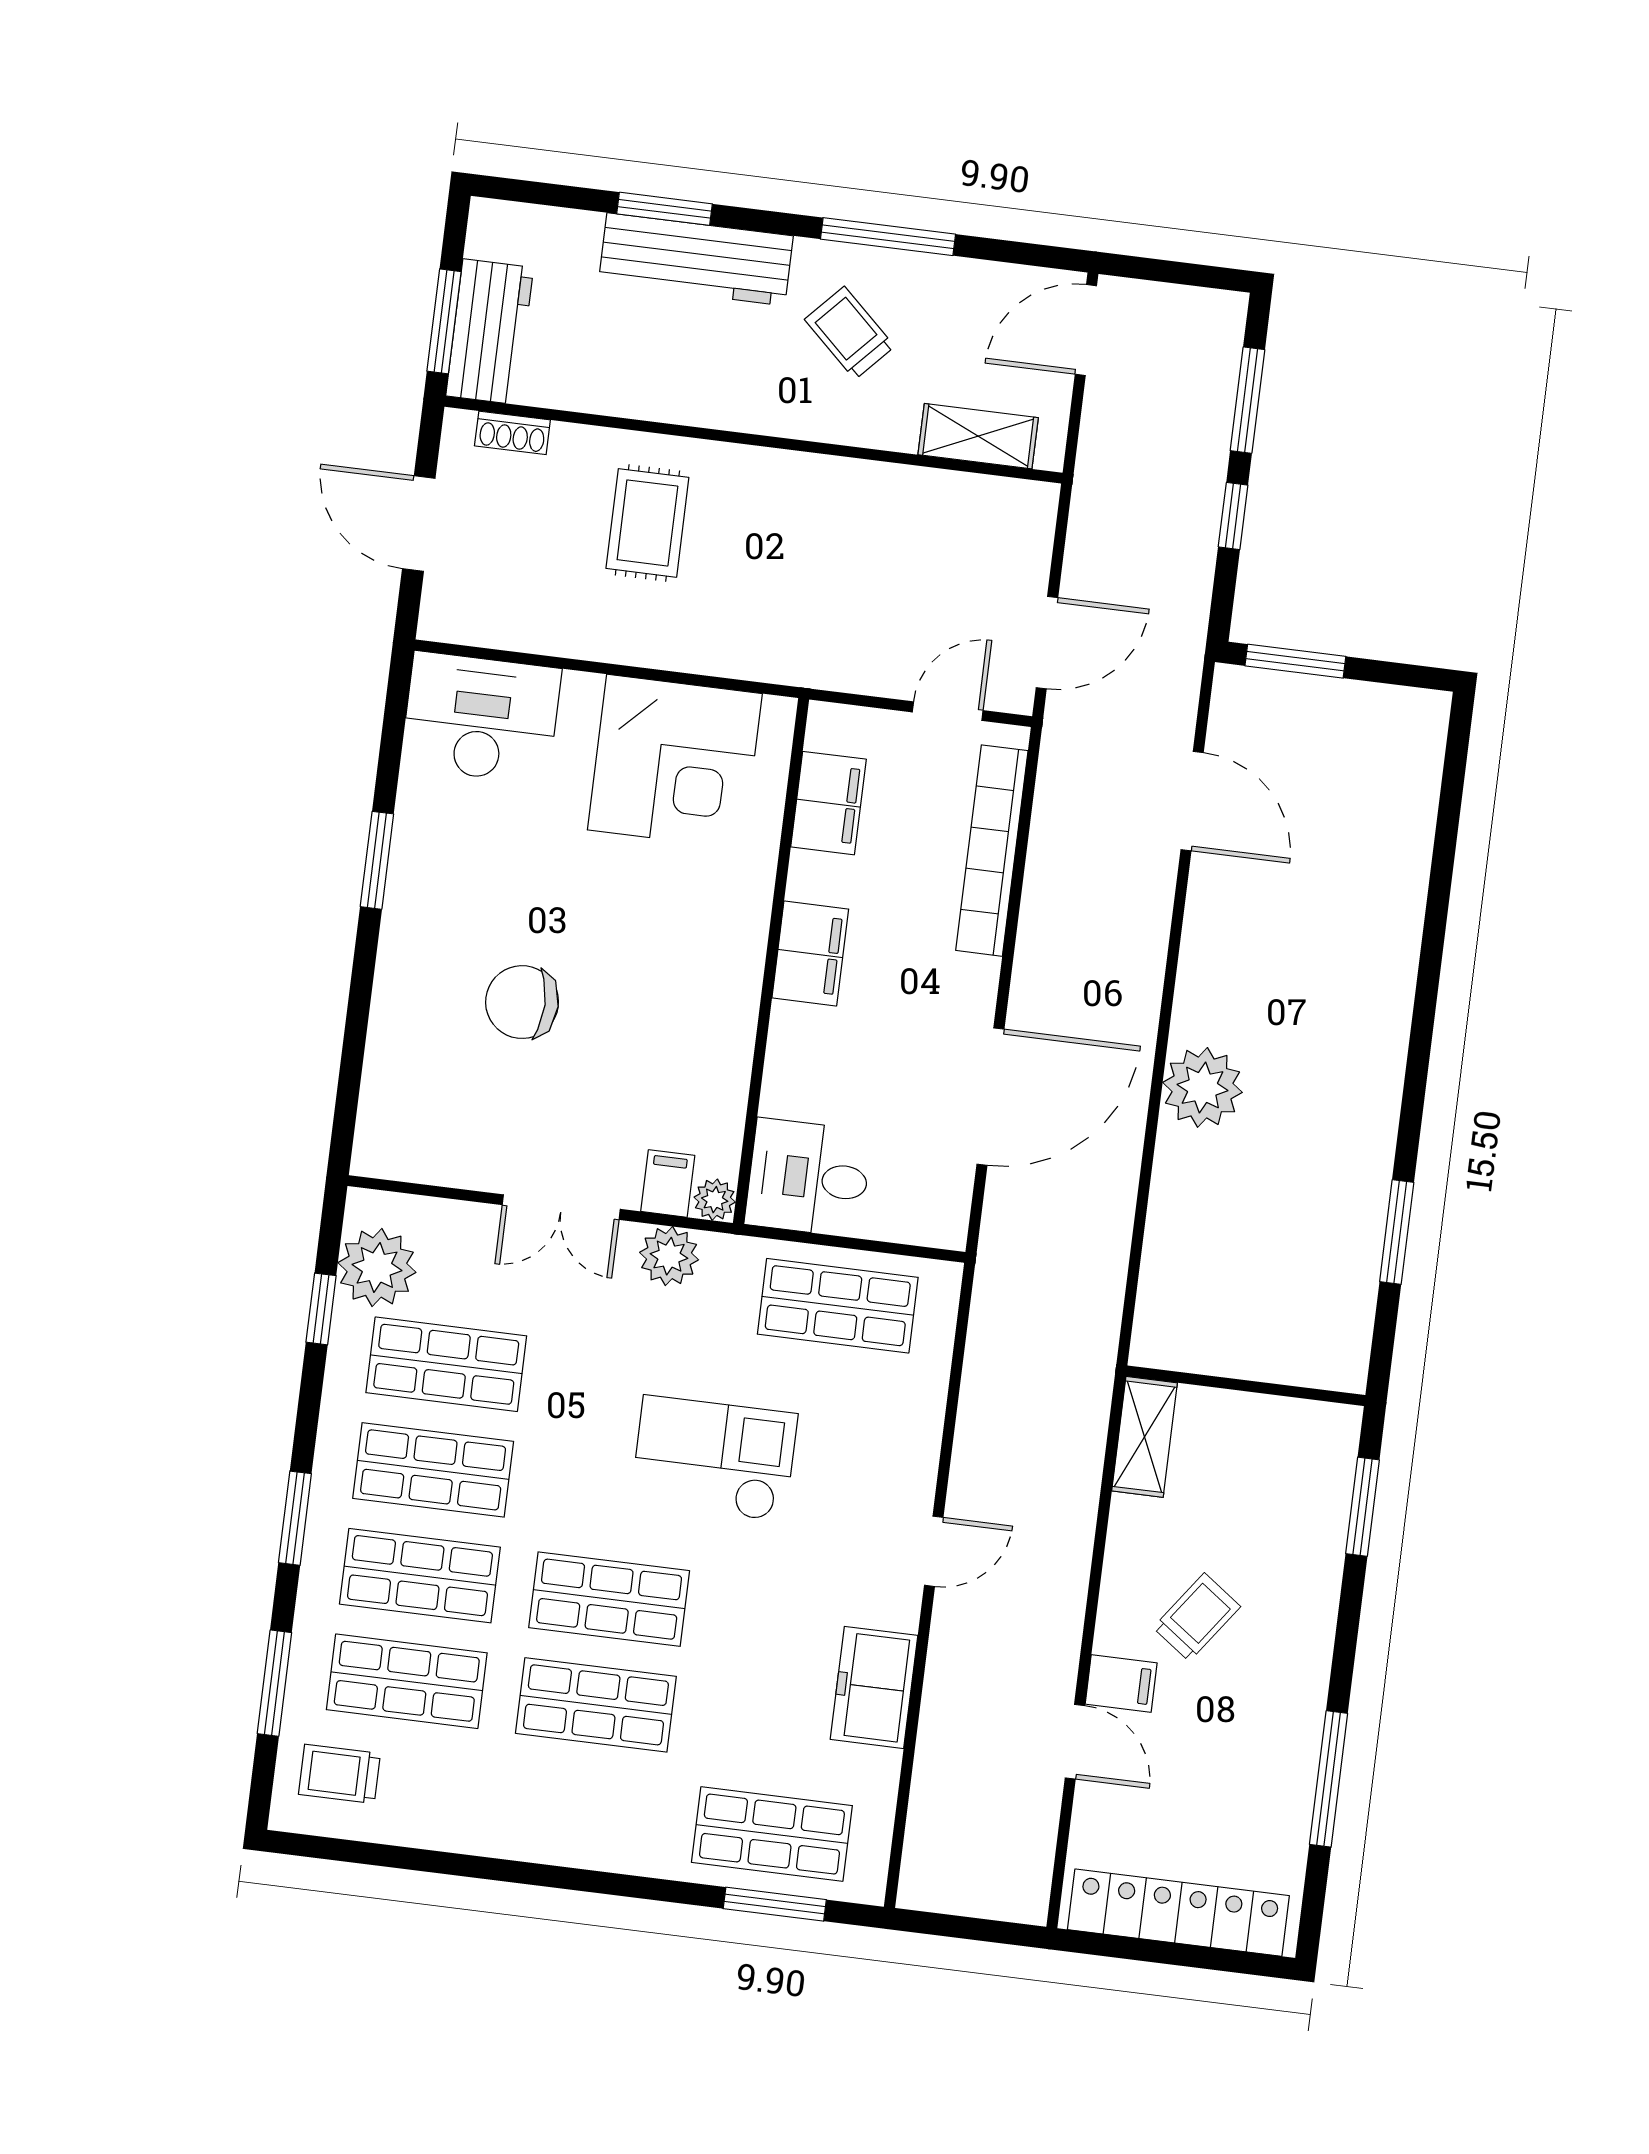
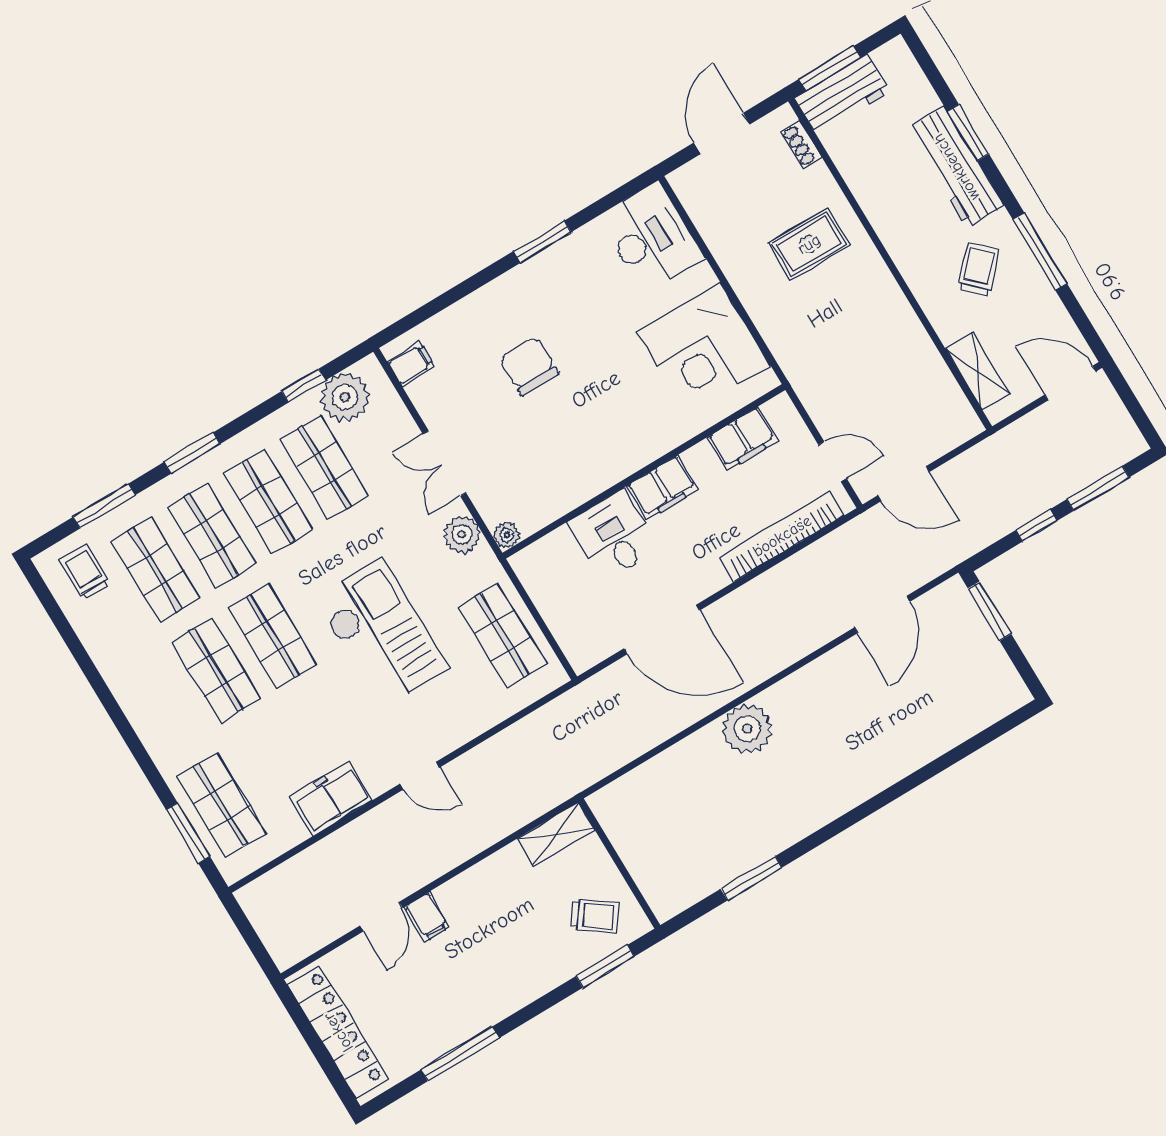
desk: (808, 1178) -> (614, 535), moved
filing cabinet: (668, 1183) -> (411, 364), moved
checkout: (714, 1458) -> (381, 634), width x1.36, depth x1.21
trolley: (1197, 1617) -> (595, 916), moved

